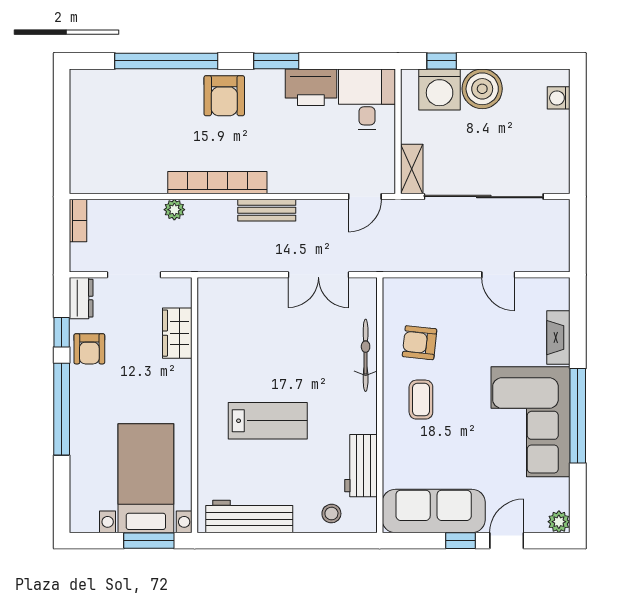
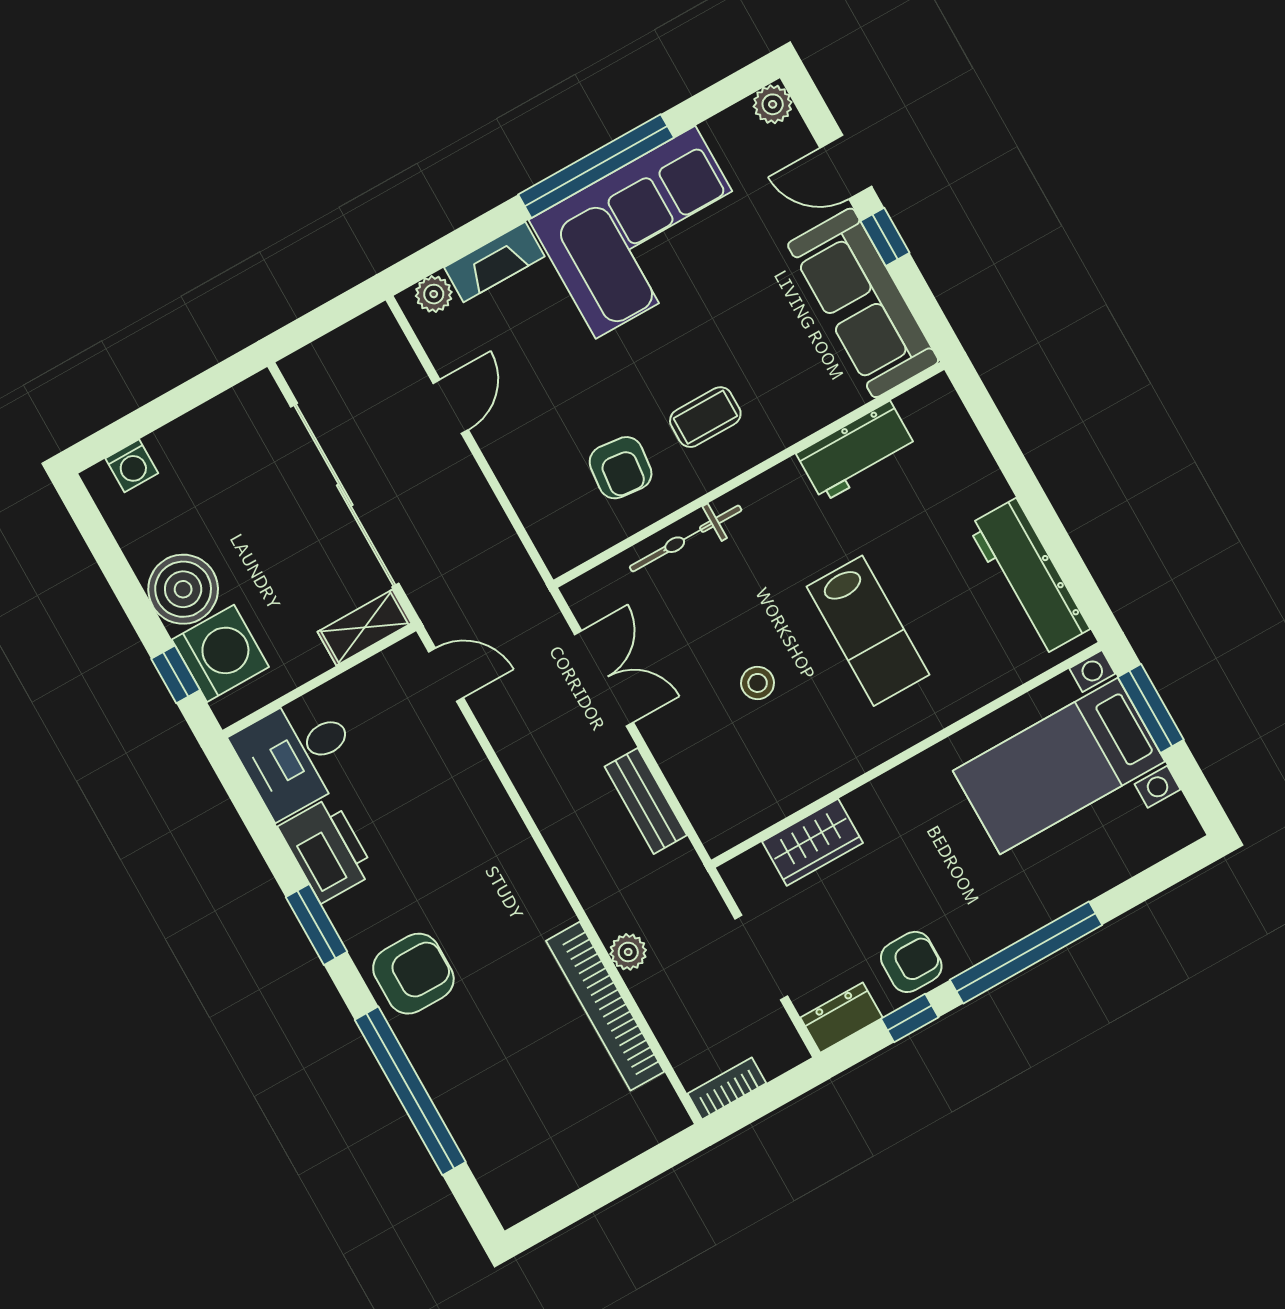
bookcase: (217, 183) -> (605, 1006), moved
bench: (267, 210) -> (646, 801), moved
plant: (559, 298) -> (434, 294), added
lab bench: (268, 421) -> (868, 631), turned 180
stool: (331, 514) -> (758, 683), moved

